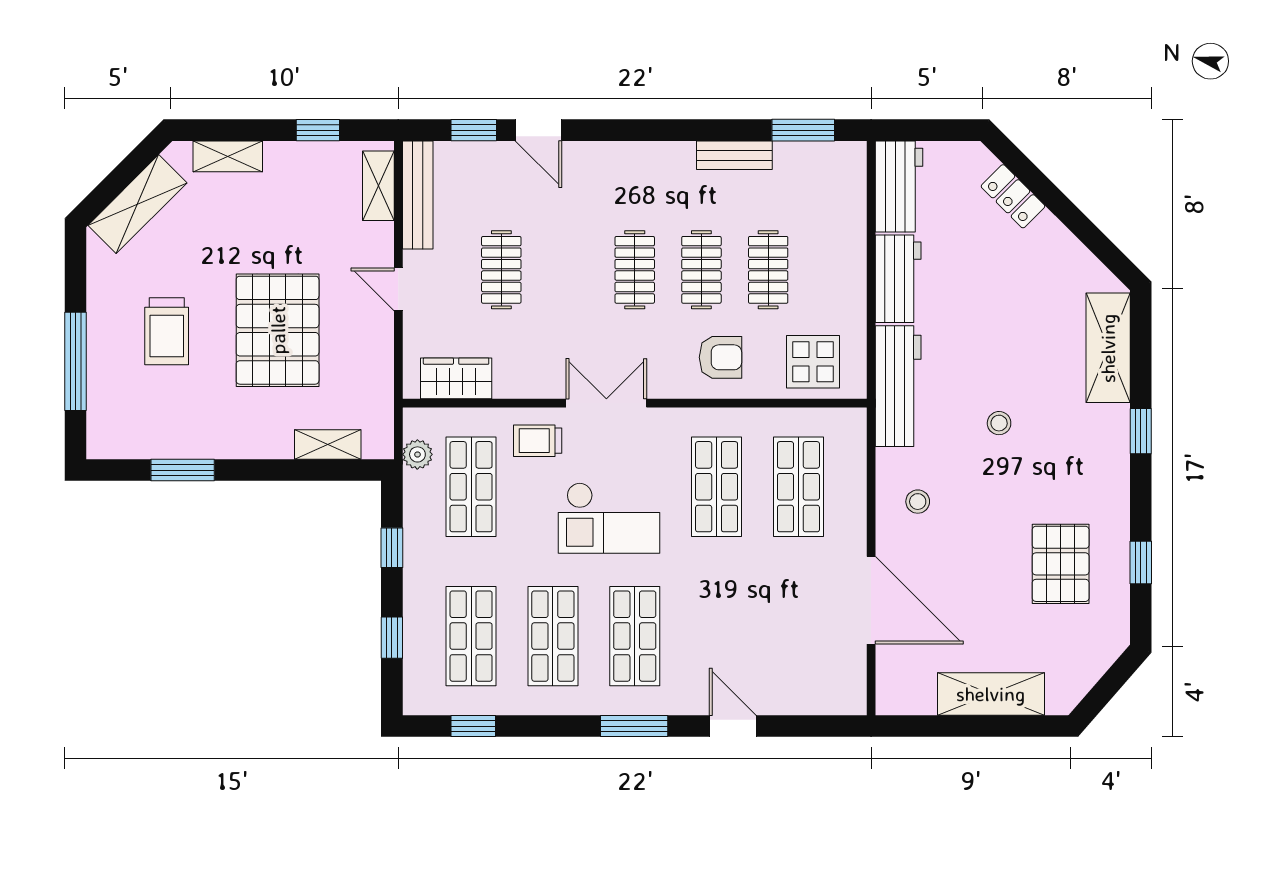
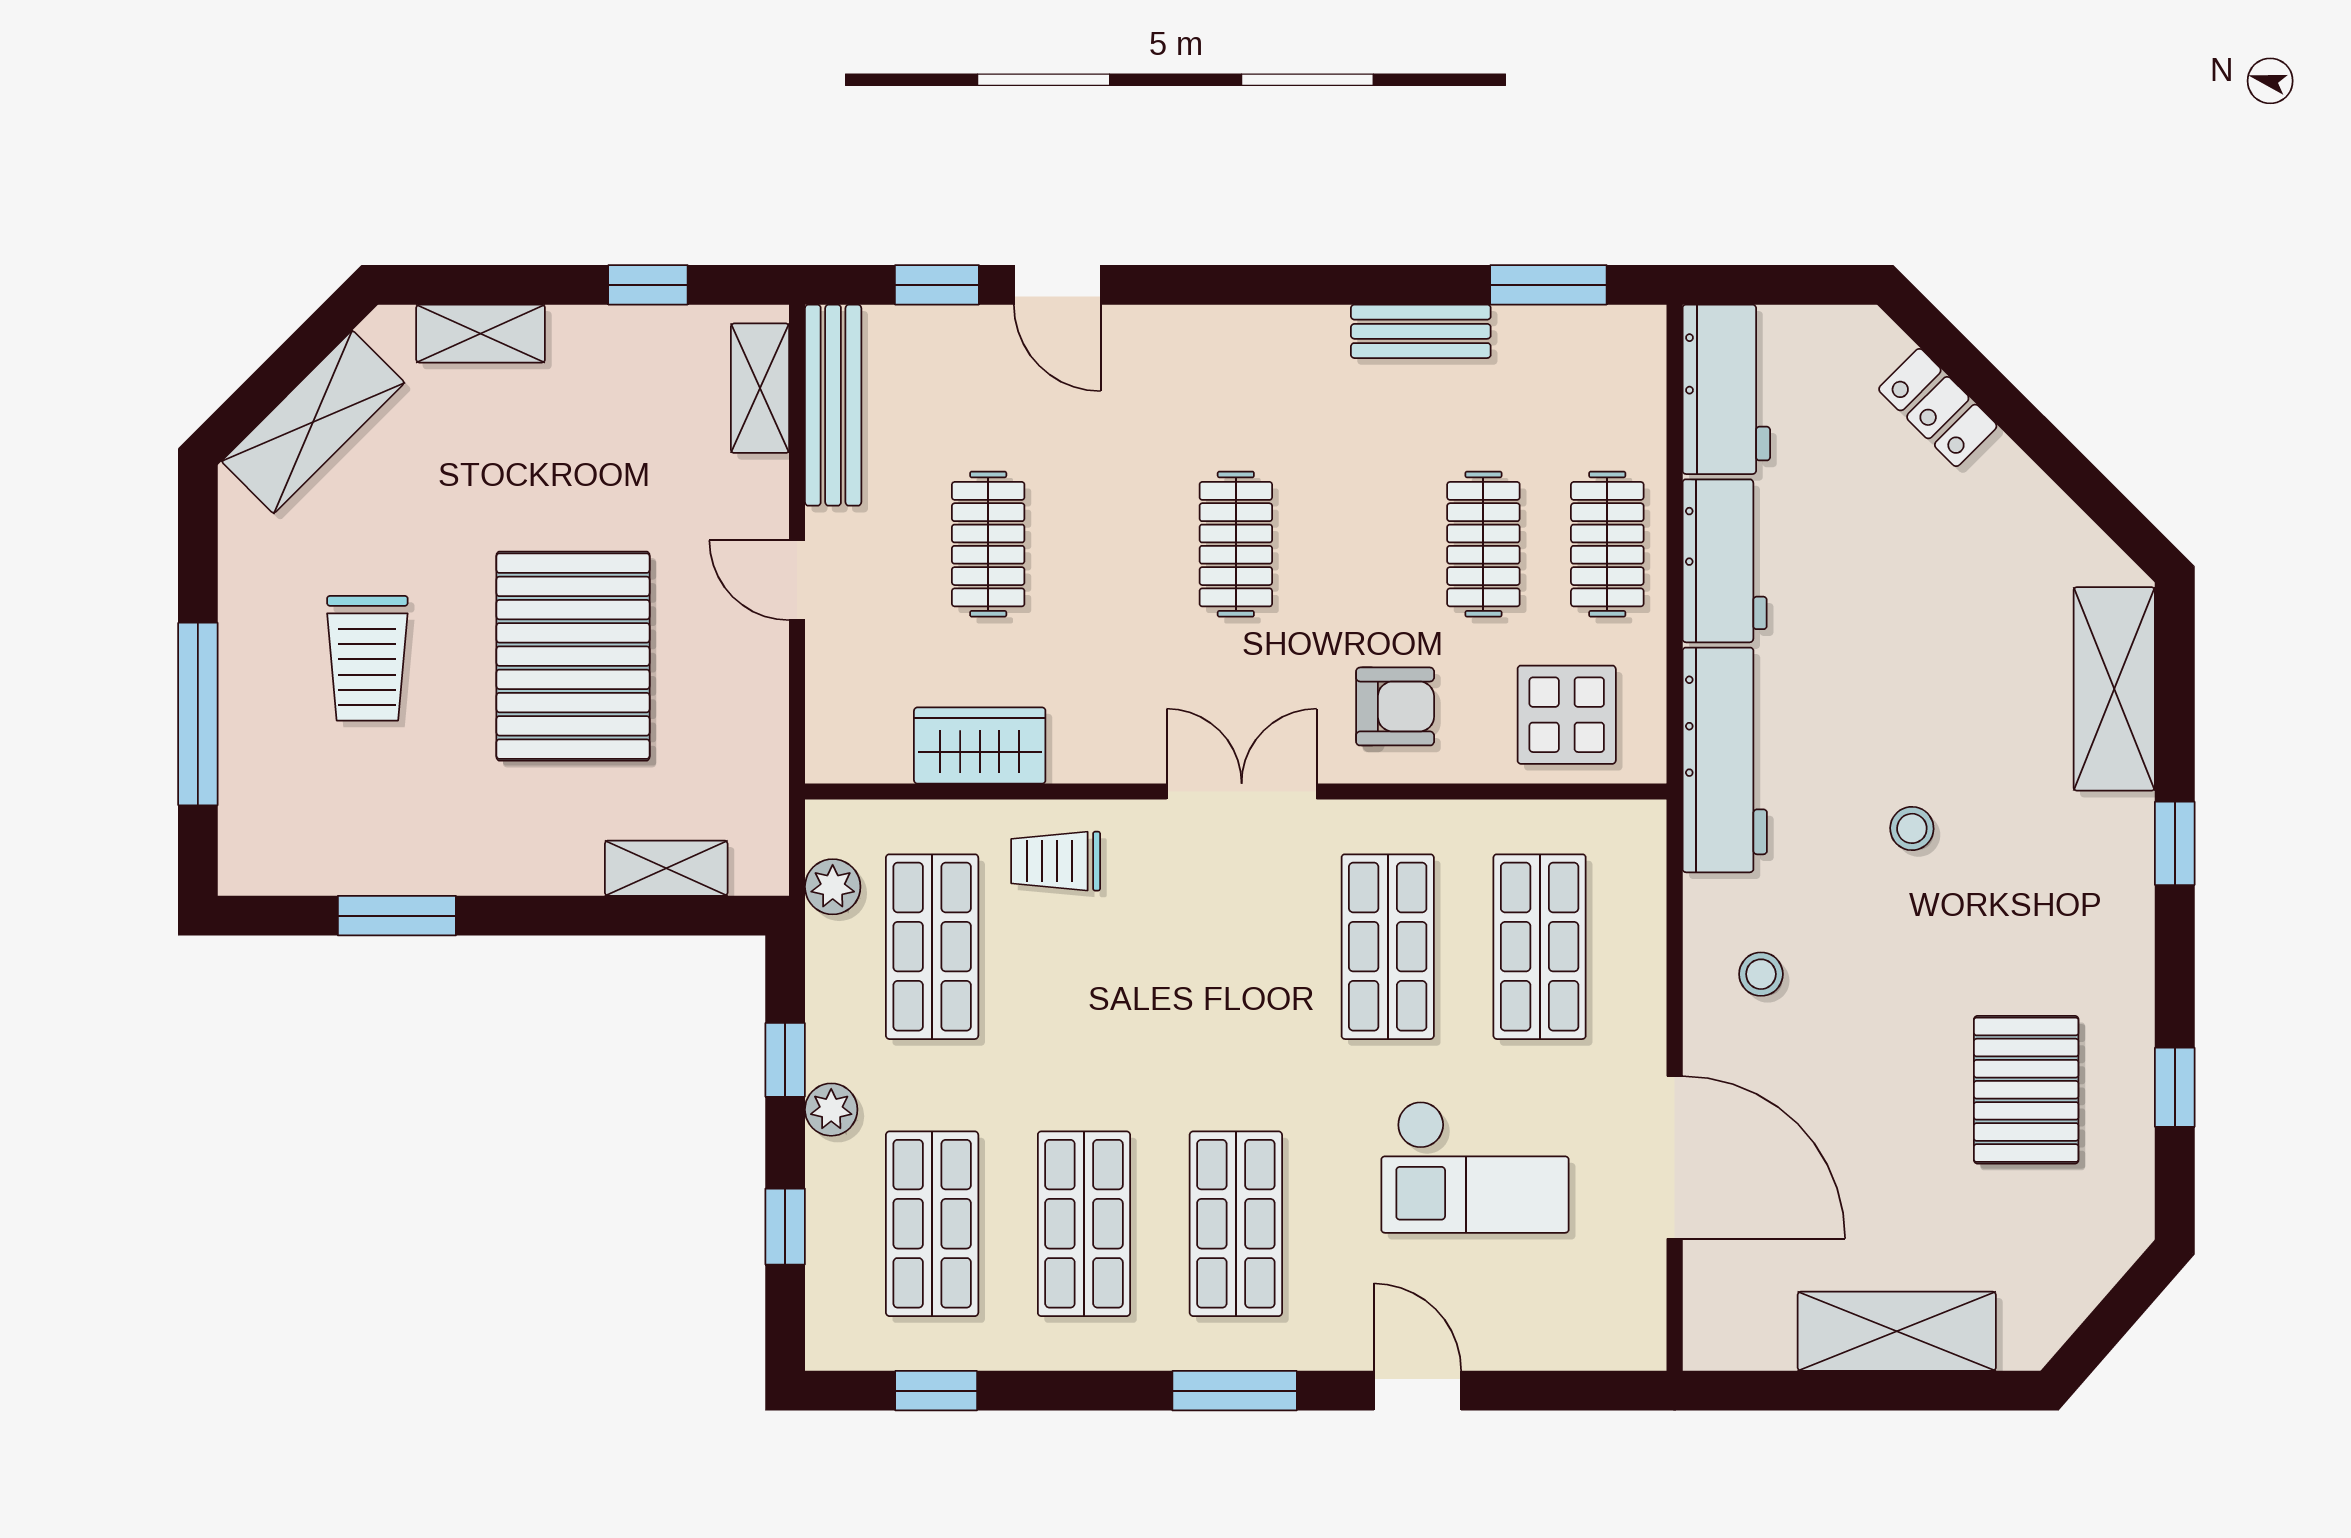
clothes rail: (701, 270) -> (1607, 544), moved
wardrobe: (456, 378) -> (980, 746), moved
double door: (606, 403) -> (1242, 792), moved
checkout: (609, 518) -> (1475, 1167), moved
plant: (417, 575) -> (831, 1110), added

